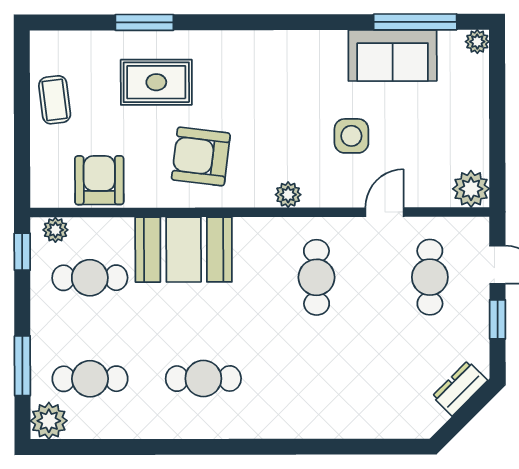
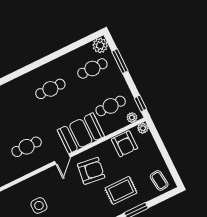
coffee table: (55, 100) -> (159, 180), moved
plant: (288, 195) -> (143, 128), moved
door: (385, 212) -> (62, 159), moved
cafe table: (317, 277) -> (27, 147), turned 90

